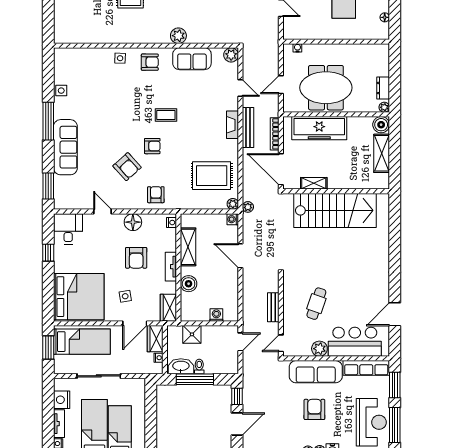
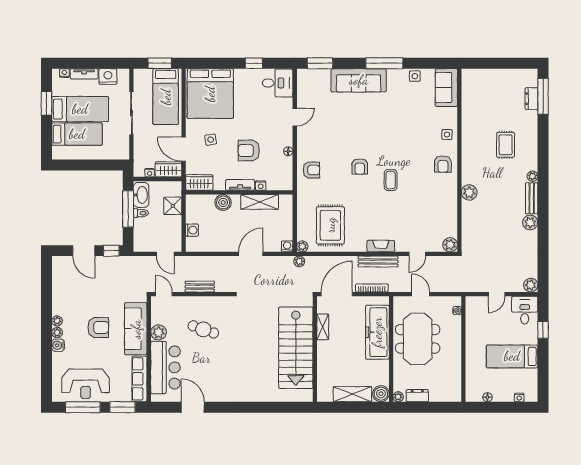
sofa: (192, 59) -> (446, 88), moved
armchair: (127, 167) -> (339, 141), removed
floor lamp: (133, 222) -> (288, 151), width x0.53, depth x0.53
nightstand: (171, 223) -> (261, 186), moved

